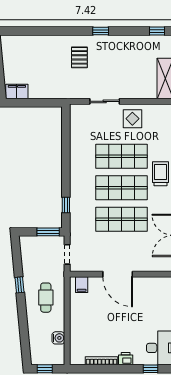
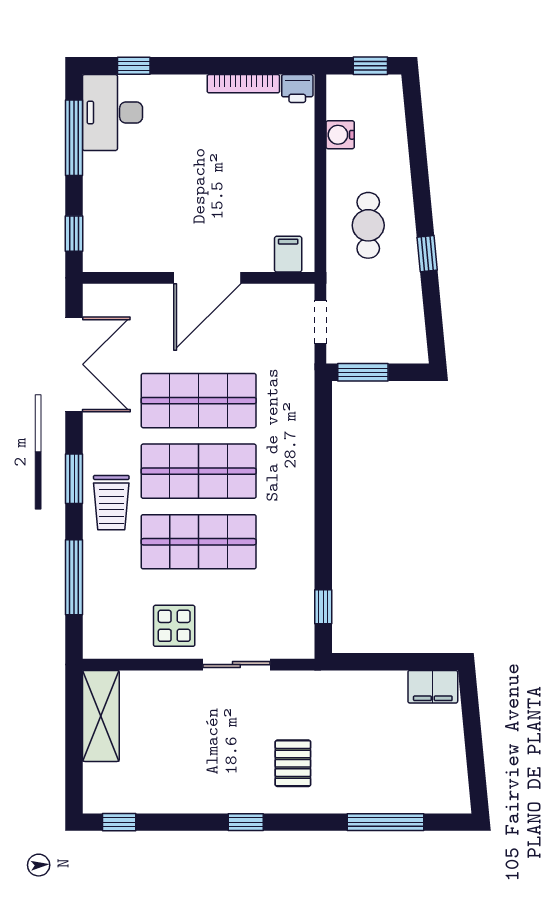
window: (38, 31) -> (386, 822), added
window: (66, 205) -> (323, 607), moved
door: (118, 274) -> (207, 278), swing flipped
printer: (126, 359) -> (297, 89), moved

